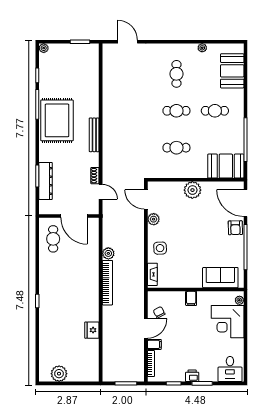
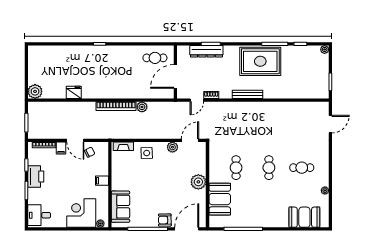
cafe table: (215, 111) -> (269, 202), removed
booth: (226, 166) -> (220, 199), moved
plant: (59, 374) -> (35, 91), moved
printer: (192, 376) -> (36, 176), width x1.87, depth x1.48

